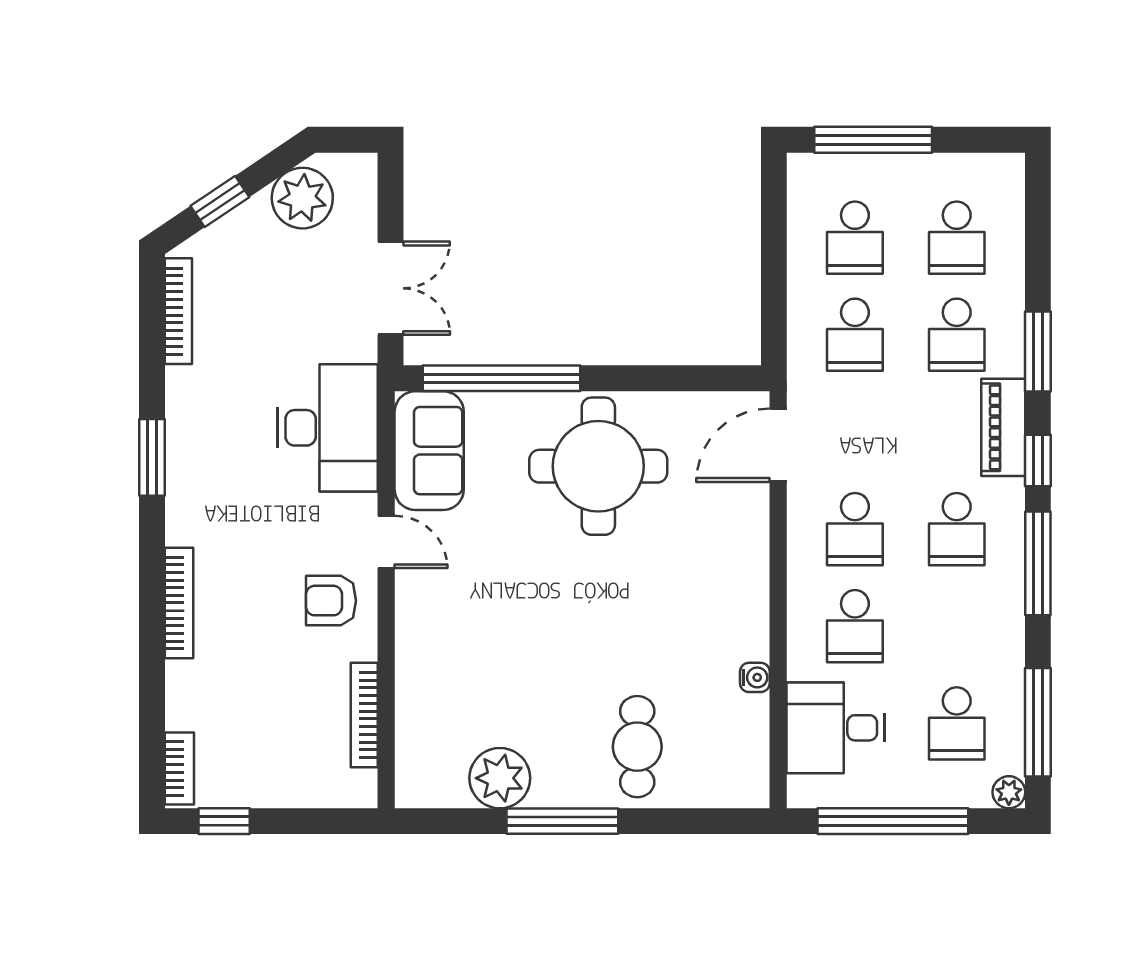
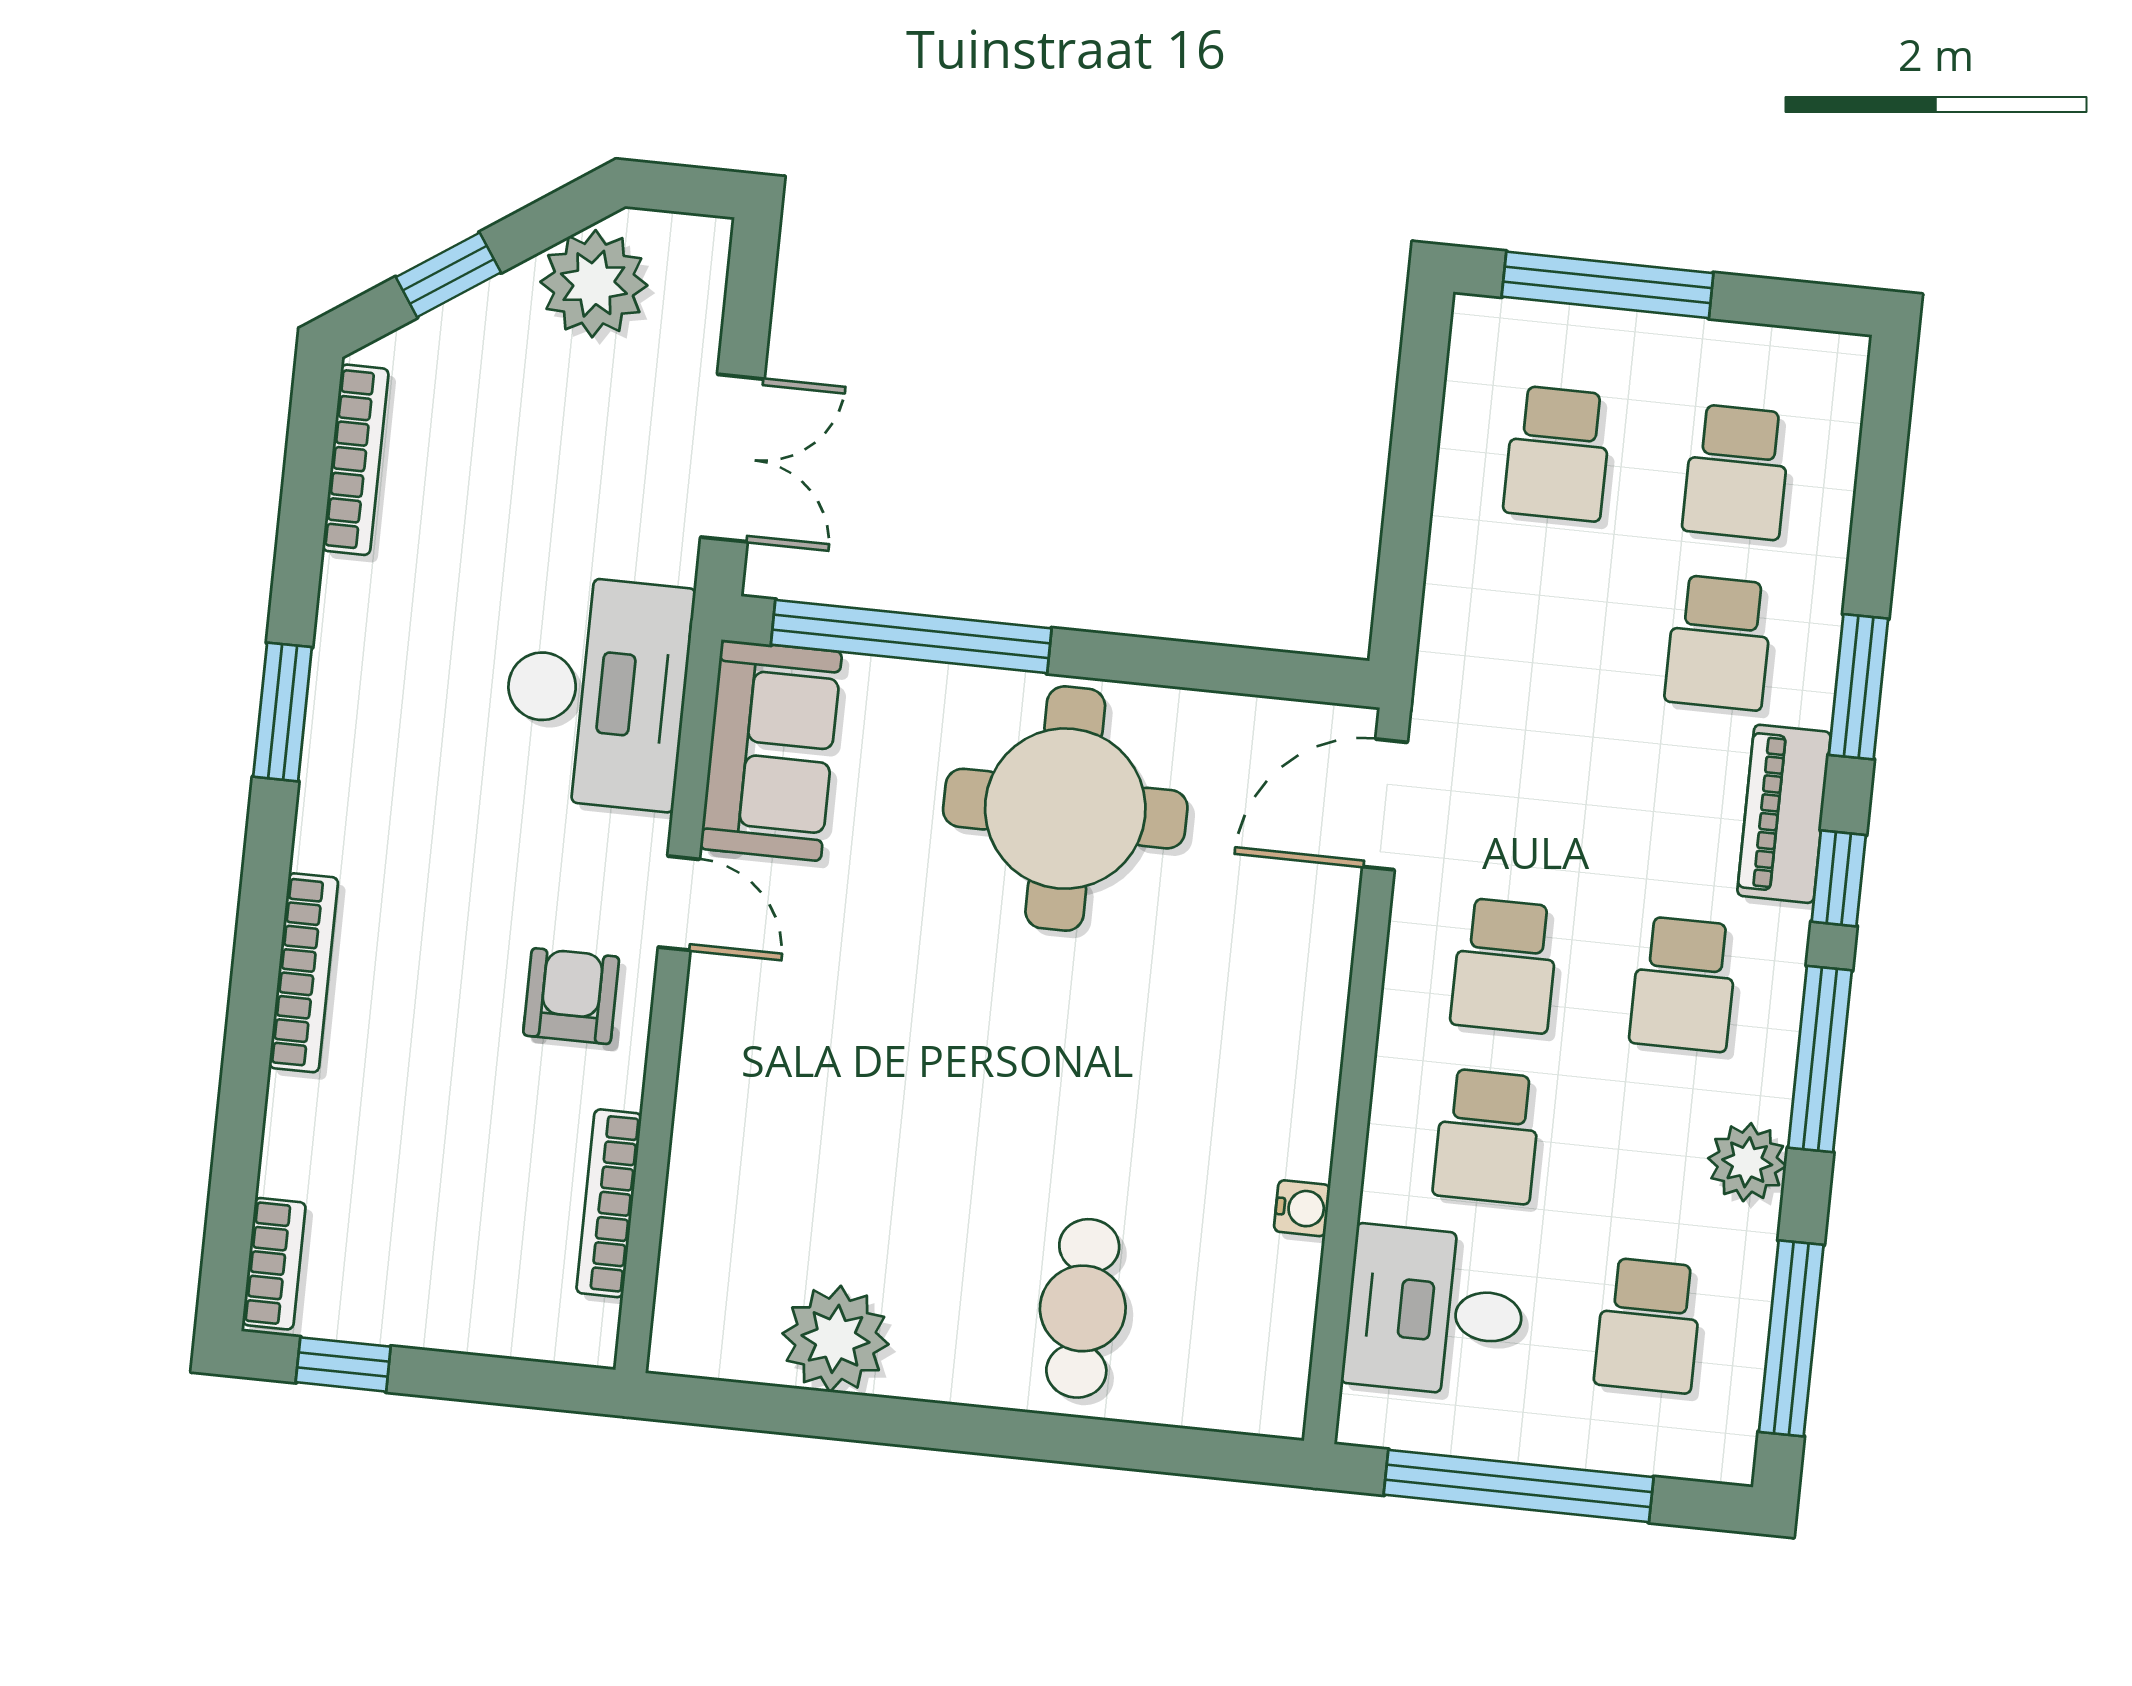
school desk: (855, 335) -> (1540, 624), removed
armchair: (331, 601) -> (571, 996), turned 90
plant: (1009, 792) -> (1747, 1162), moved, width x1.38, depth x1.38
window: (562, 821) -> (938, 1426), removed

